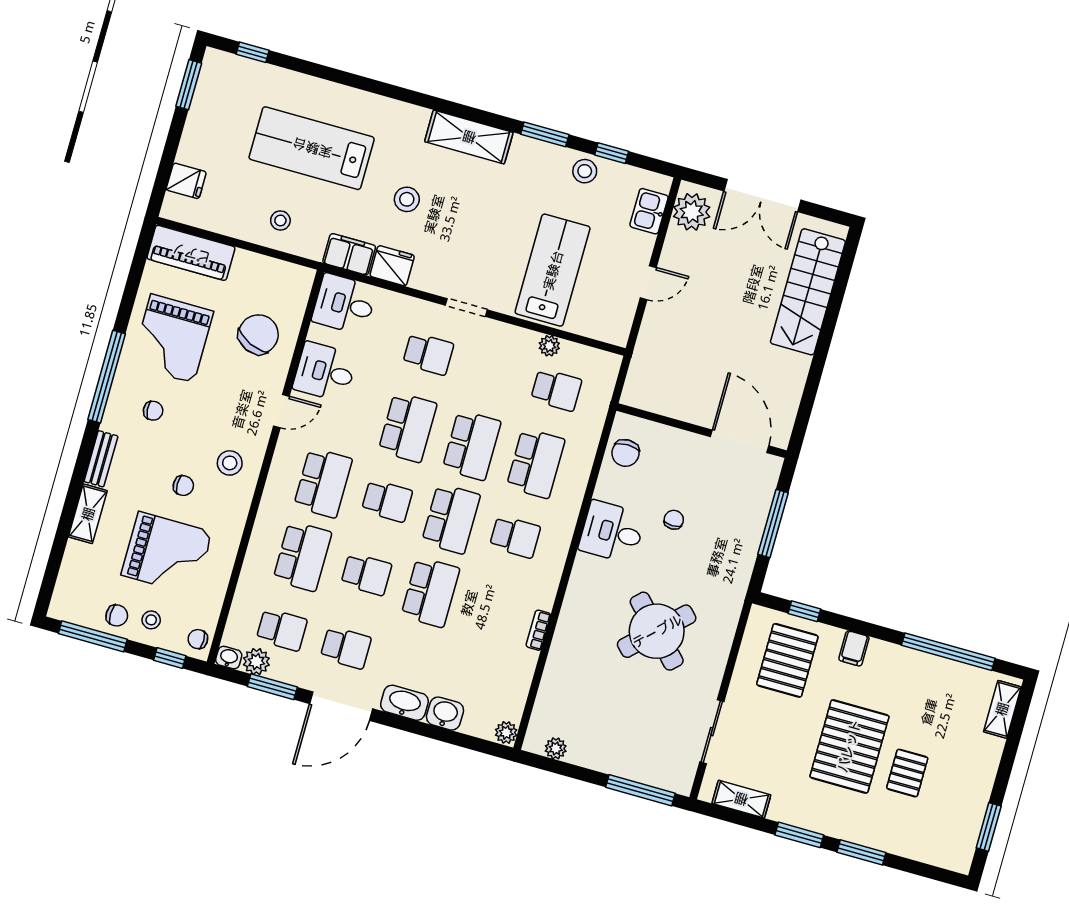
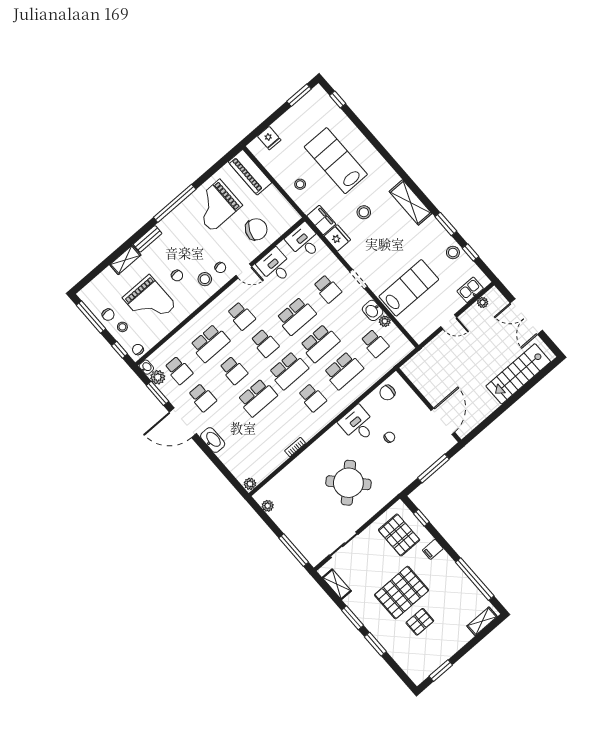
plant: (692, 212) -> (483, 302), width x0.53, depth x0.53
chair: (153, 411) -> (220, 267), moved
school desk: (323, 483) -> (241, 316), width x0.54
pallet: (787, 660) -> (399, 535), turned 90
washbasin: (445, 714) -> (373, 310), moved, turned 180

